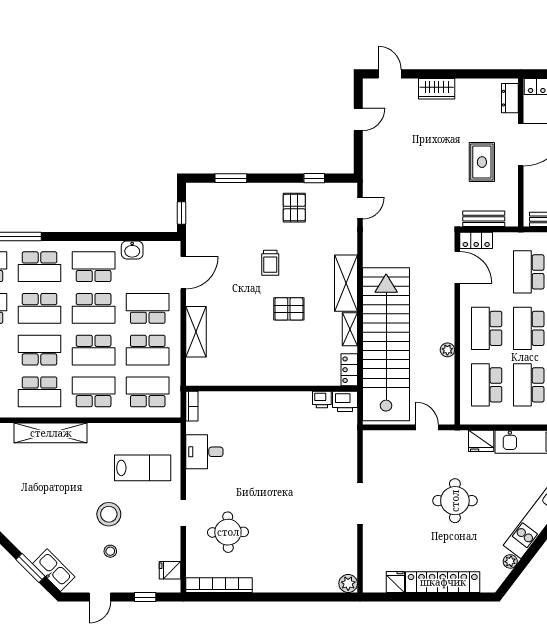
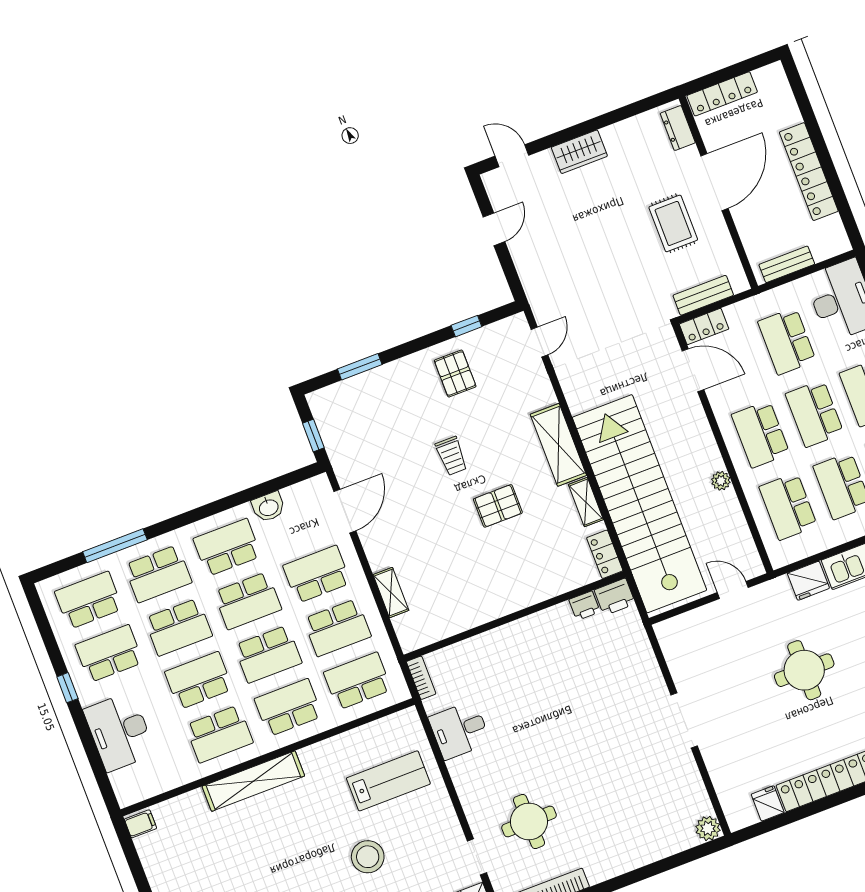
shelving: (196, 332) -> (391, 593), width x0.67, depth x0.75
doorway: (183, 513) -> (477, 857), moved

